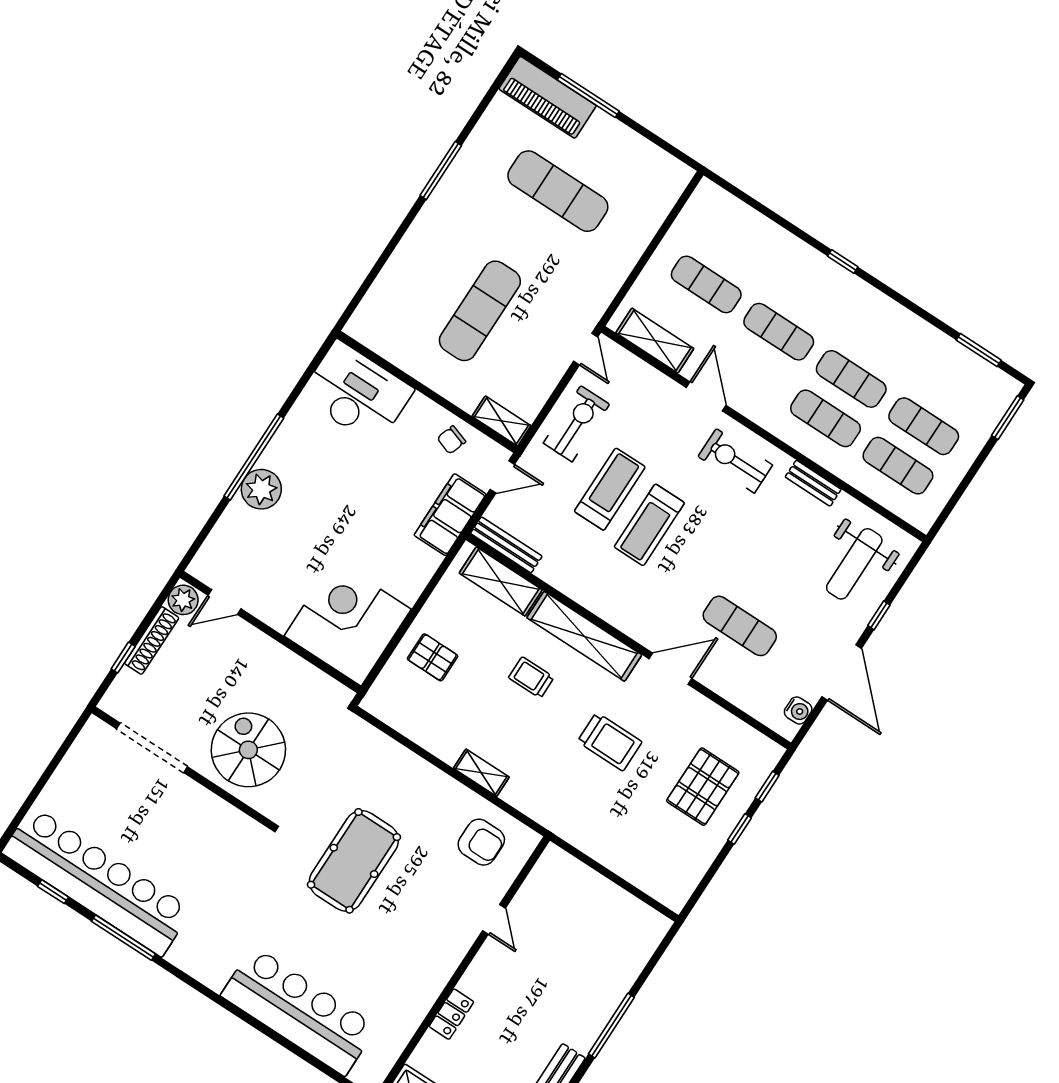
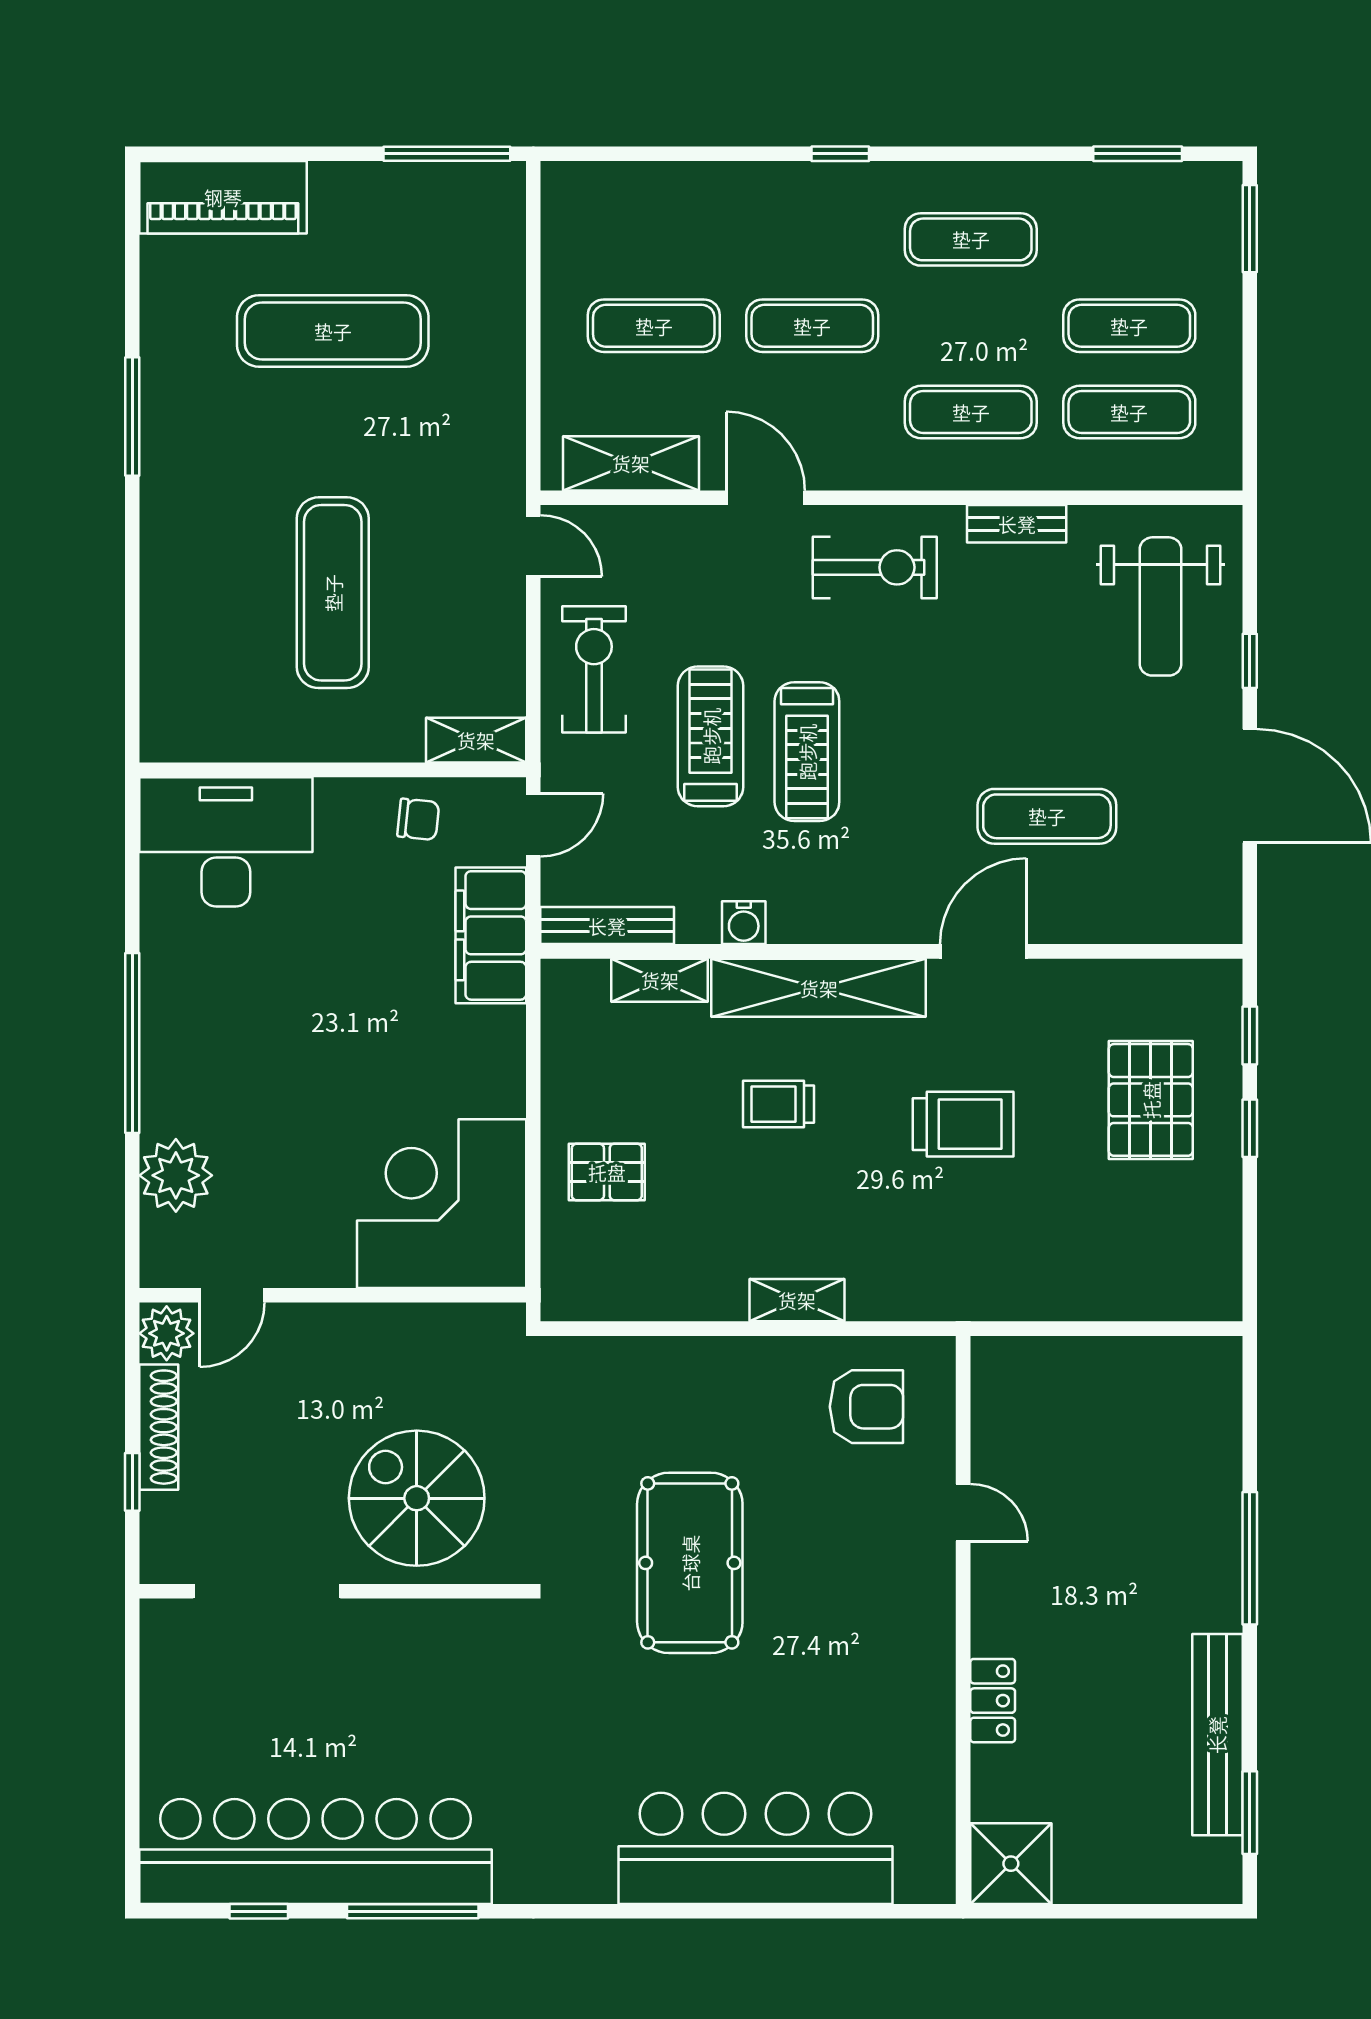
window: (588, 96) -> (447, 154), moved
exercise mat: (851, 379) -> (971, 239), moved
chair: (451, 440) -> (418, 819), turned -103
exercise bike: (735, 461) -> (875, 567), turned 180
plant: (261, 489) -> (176, 1175), moved
shelving: (501, 582) -> (660, 980), width x0.67, depth x0.75
water cooler: (798, 710) -> (744, 923), moved, turned 90

